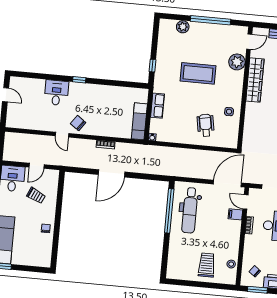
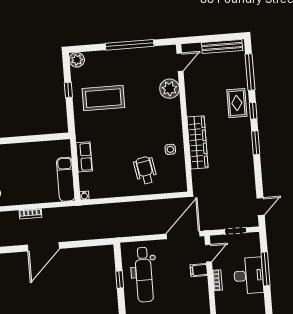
plant: (183, 27) -> (77, 60), moved
window: (153, 66) -> (68, 90), moved
coffee table: (198, 73) -> (103, 98), moved
wardrobe: (255, 80) -> (197, 142), moved
door: (246, 202) -> (208, 253), swing flipped
window: (169, 211) -> (120, 279), width x0.32

